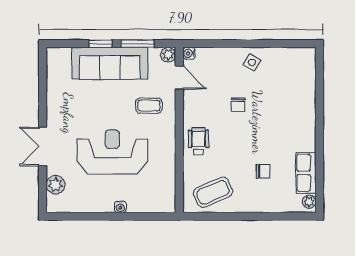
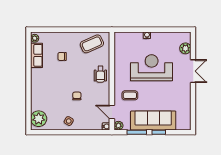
plant: (302, 66) -> (39, 119), added
reception desk: (112, 152) -> (152, 68), turned 180

